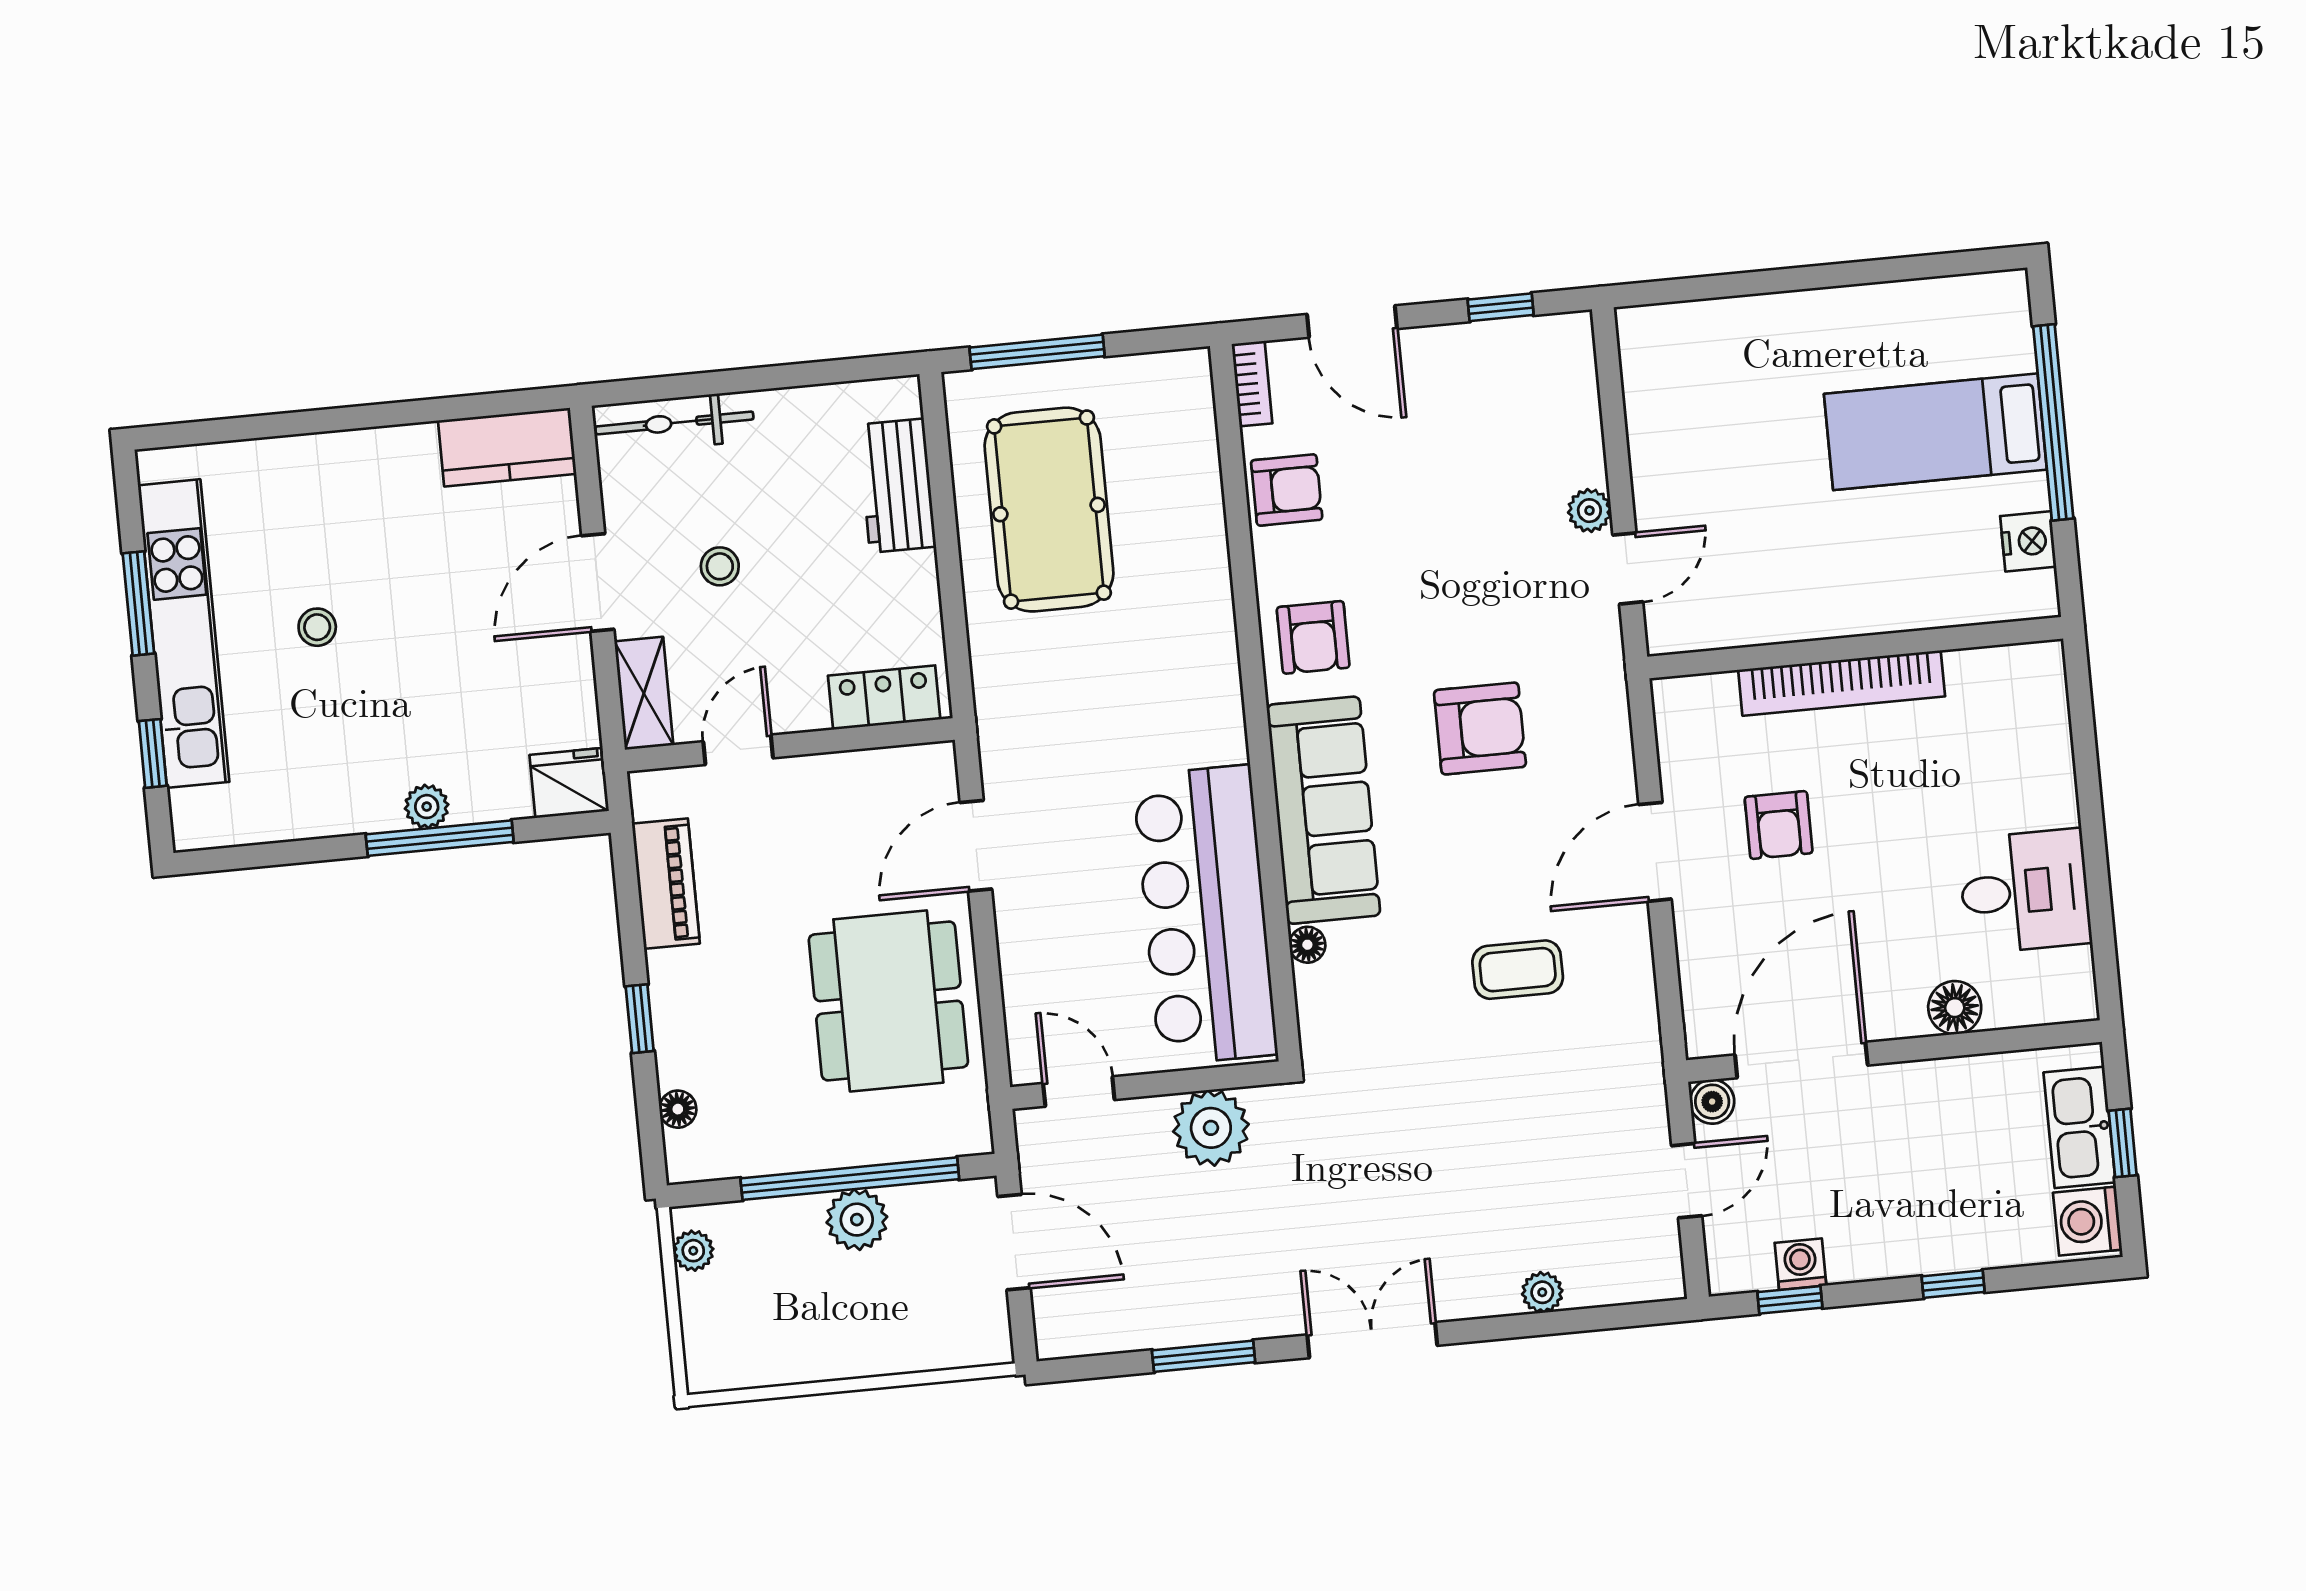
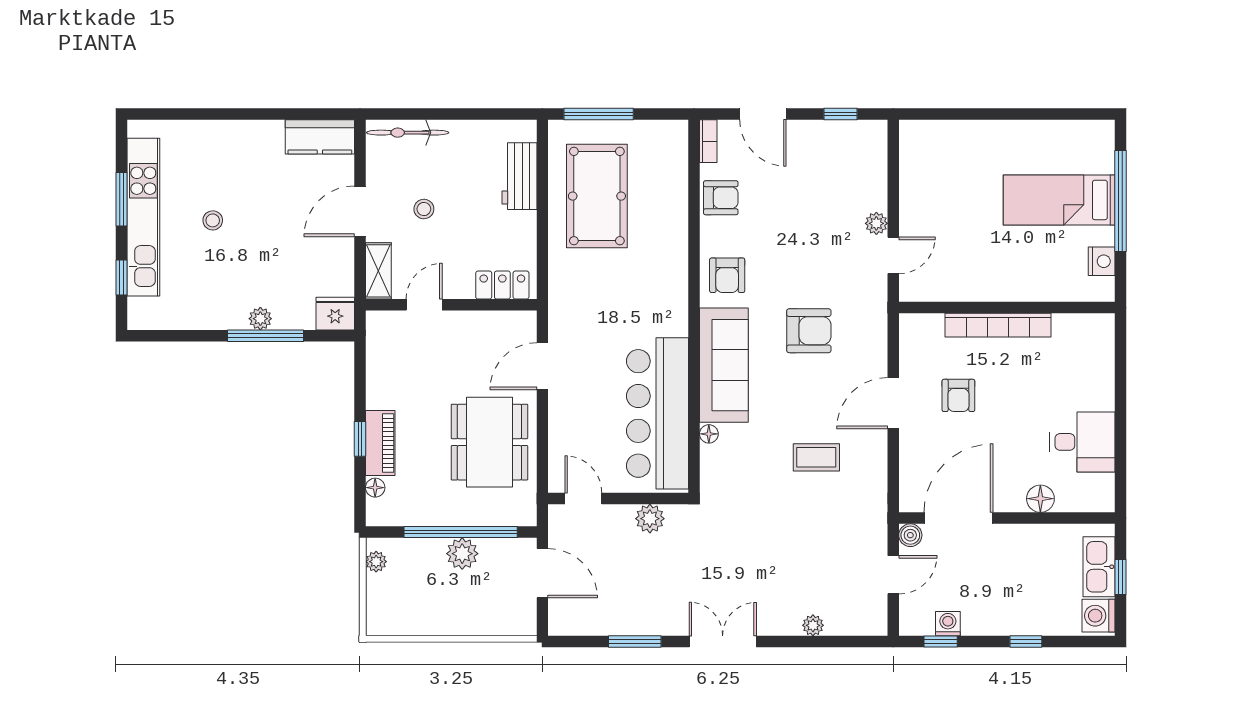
piano: (666, 884) -> (380, 443), moved
plant: (1211, 1128) -> (650, 519), width x0.73, depth x0.73

